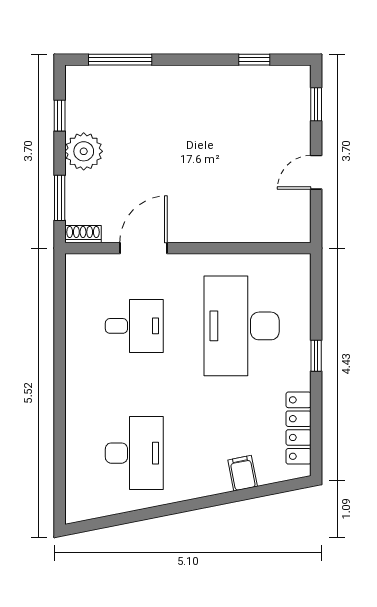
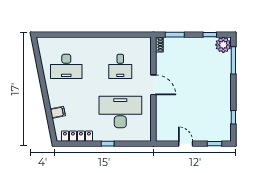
plant: (84, 151) -> (223, 45), moved
door: (143, 248) -> (153, 85), moved

